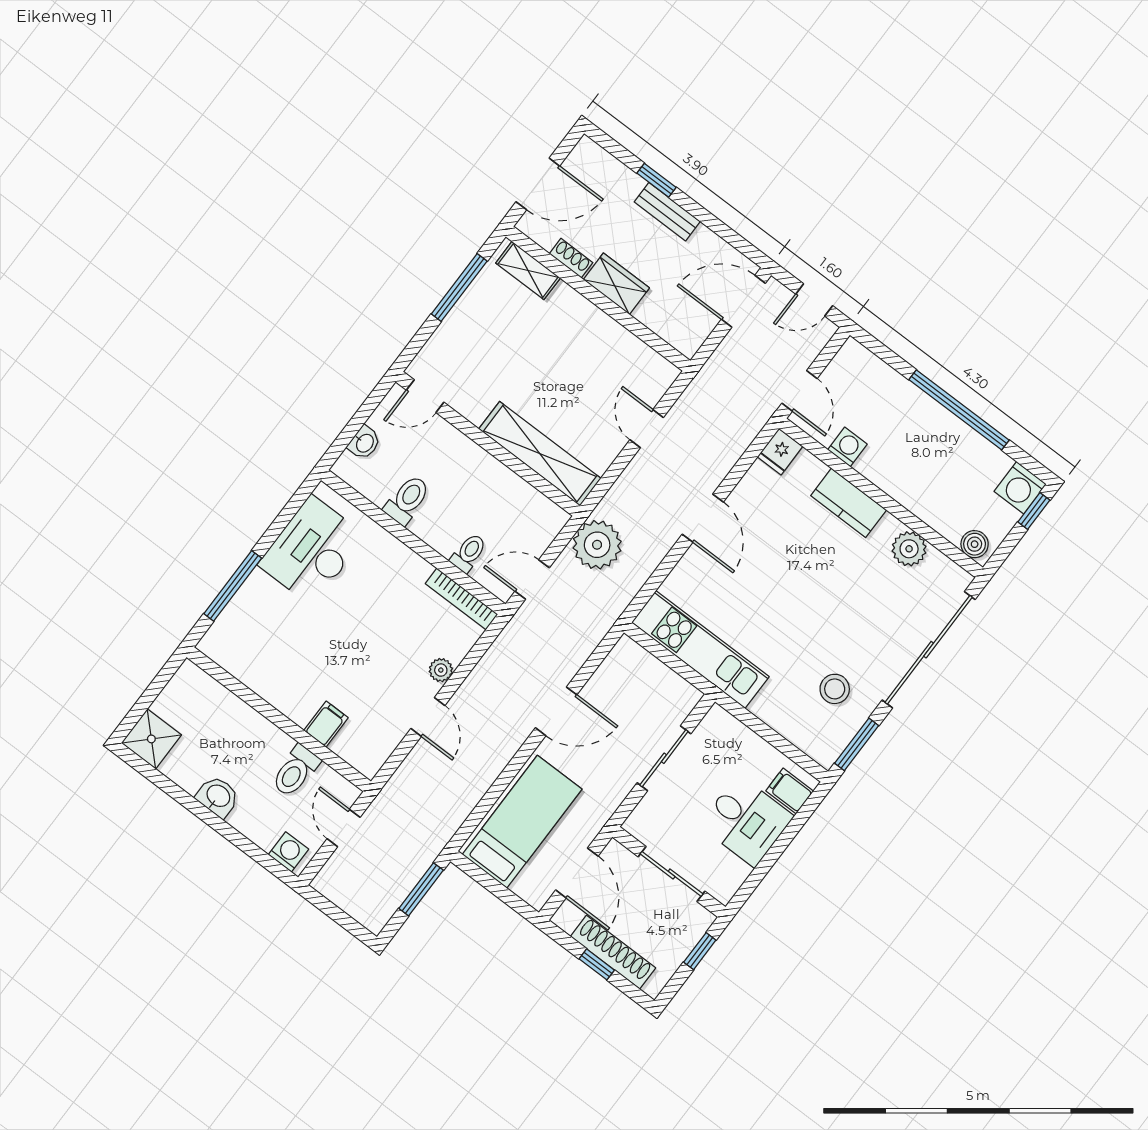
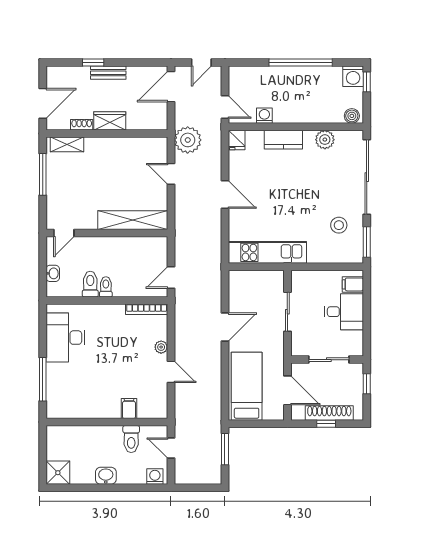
plant: (597, 545) -> (188, 140), moved
toilet: (469, 553) -> (106, 287), moved

